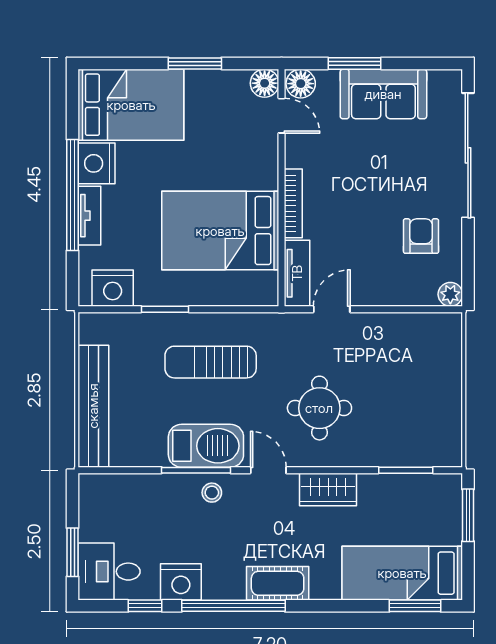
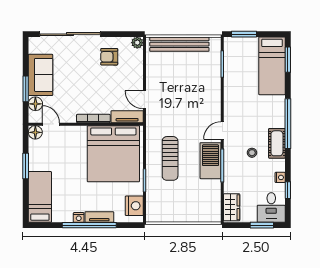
floor lamp: (301, 84) -> (35, 104), moved
bed: (131, 105) -> (40, 197), width x0.67
door: (282, 116) -> (51, 124), hinge flipped
nightstand: (97, 163) -> (79, 217), width x0.53, depth x0.56
bed: (220, 231) -> (113, 154), width x1.36
bench: (93, 406) -> (179, 44), moved
round table: (319, 408) -> (192, 106), removed
wardrobe: (328, 490) -> (232, 207), moved
stool: (212, 493) -> (252, 153), moved
nightstand: (181, 582) -> (280, 177), width x0.53, depth x0.56
cot: (278, 583) -> (277, 143), moved
window: (233, 606) -> (288, 124), moved

